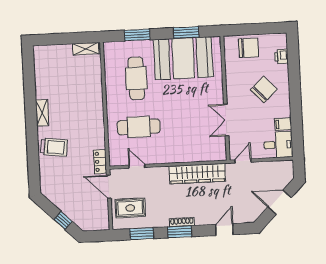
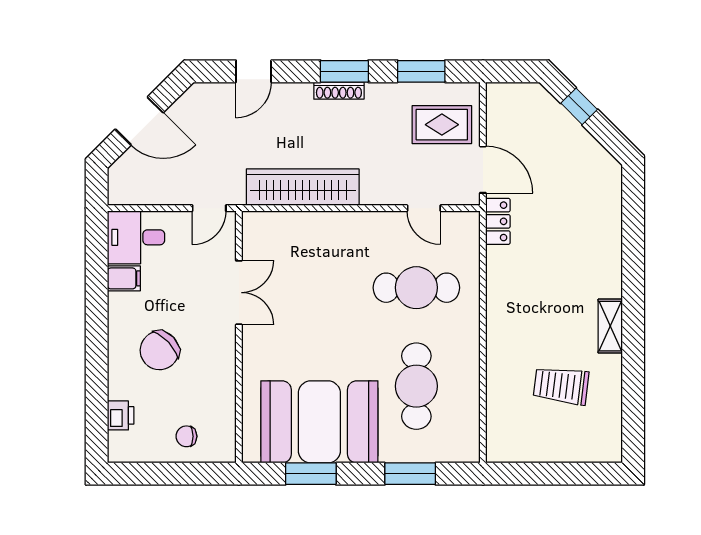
chair: (248, 48) -> (186, 436), width x0.54, depth x0.54
shelving: (86, 49) -> (515, 451), removed
trolley: (54, 147) -> (561, 386), moved

